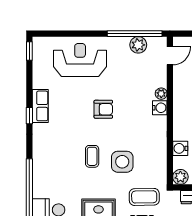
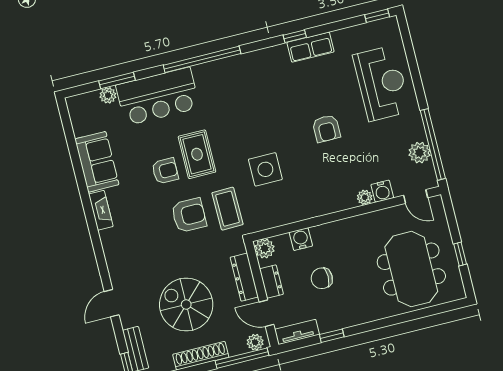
water cooler: (160, 108) -> (382, 191), moved
coffee table: (92, 156) -> (263, 129), removed

